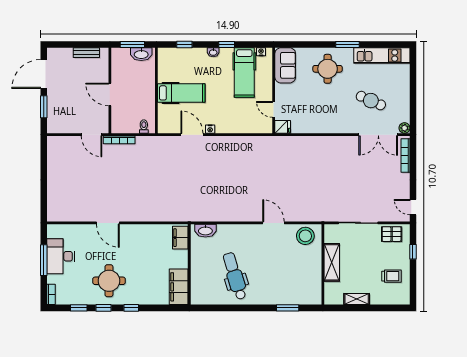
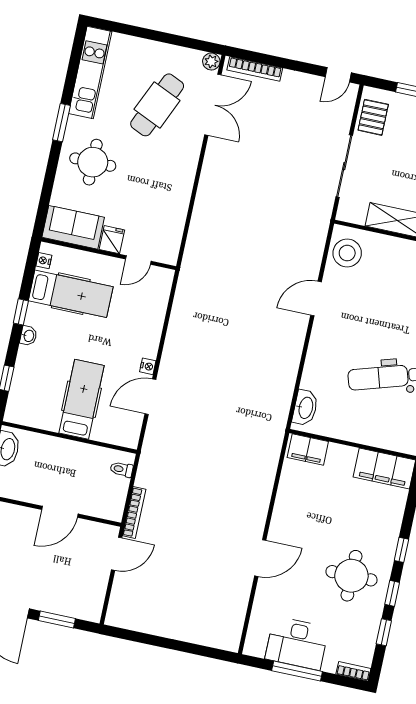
cafe table: (371, 101) -> (157, 105), width x1.37, depth x1.35
fridge: (283, 127) -> (112, 240), moved

